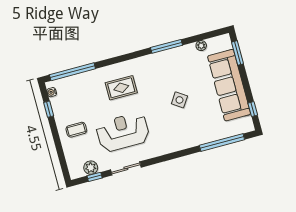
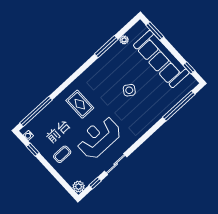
window: (166, 46) -> (106, 47), moved
rug: (121, 88) -> (80, 104), turned 90
plant: (91, 168) -> (79, 187), moved

